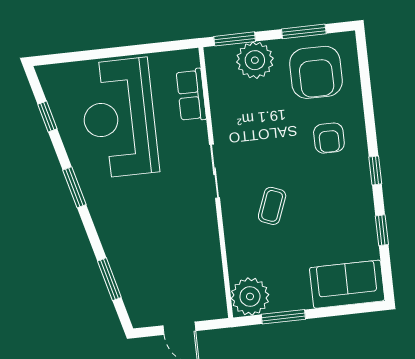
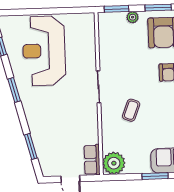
plant: (255, 60) -> (133, 17), width x0.53, depth x0.53
row of seats: (191, 95) -> (92, 160), moved
window: (283, 317) -> (155, 176), moved

